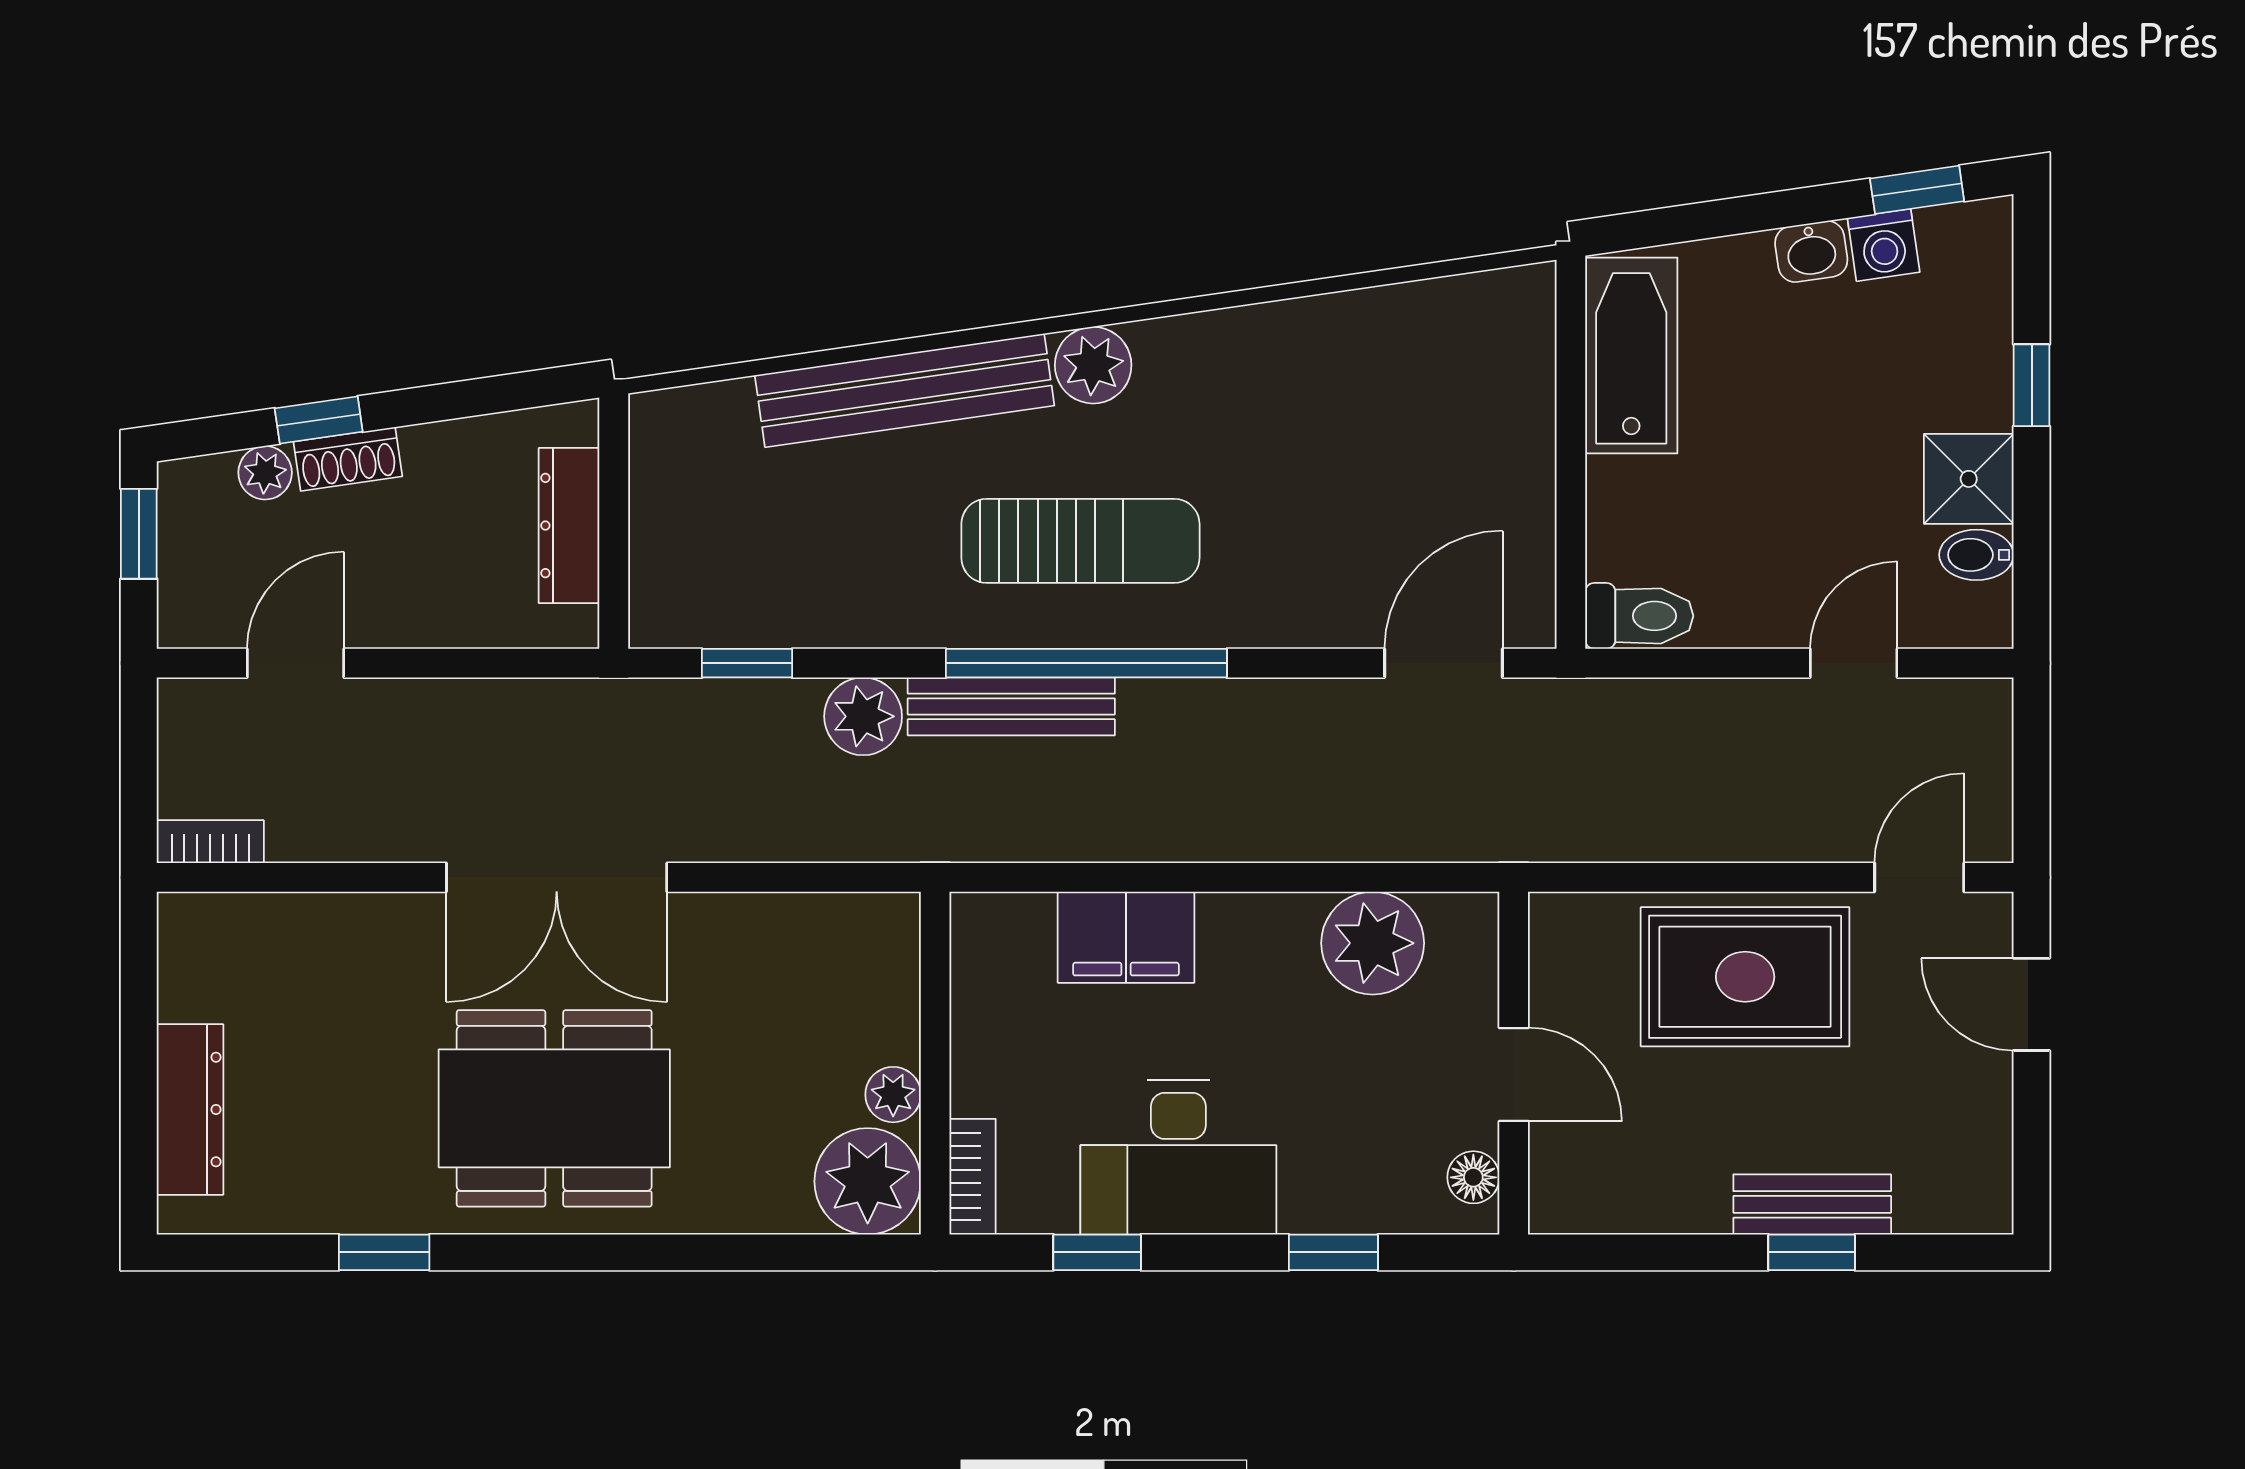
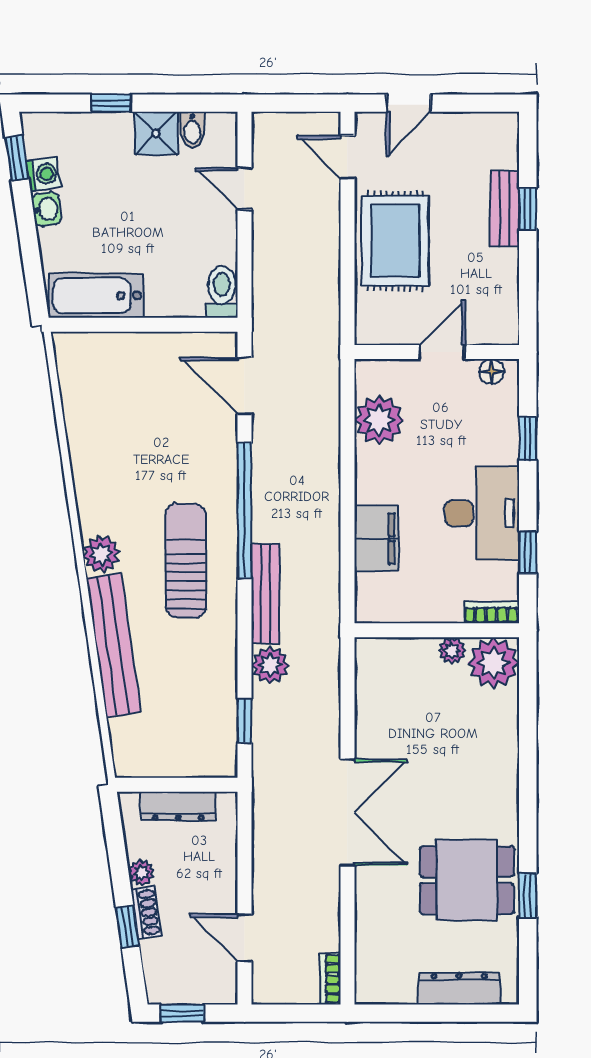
plant: (265, 473) -> (141, 873), moved
window: (1086, 663) -> (244, 510), moved
dining table: (554, 1108) -> (467, 880), moved, width x0.73

